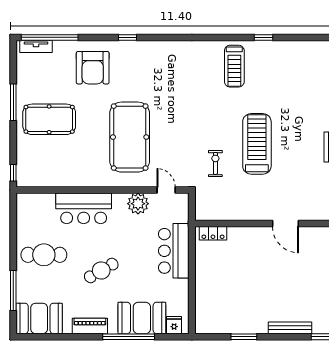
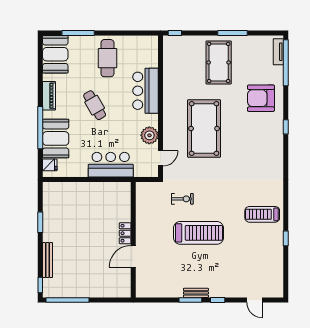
pool table: (130, 137) -> (204, 128), turned 90
locker: (213, 233) -> (125, 233), moved

